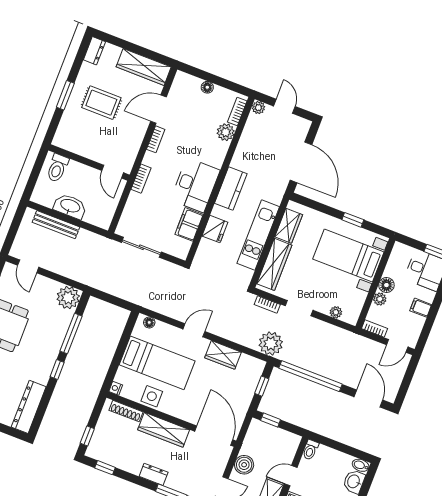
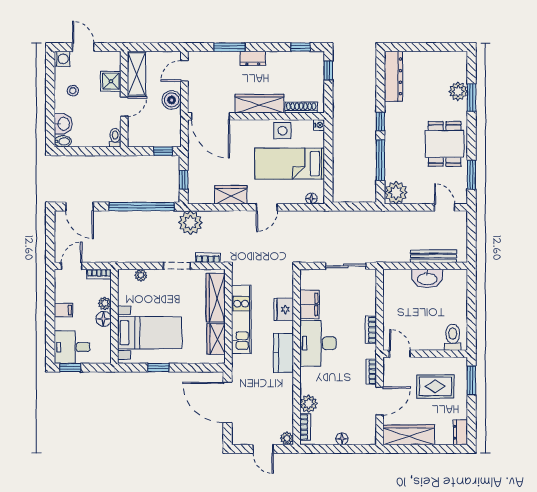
wall: (89, 163) -> (425, 354), moved
toilet: (57, 168) -> (453, 337), moved
door: (113, 172) -> (400, 354), moved

